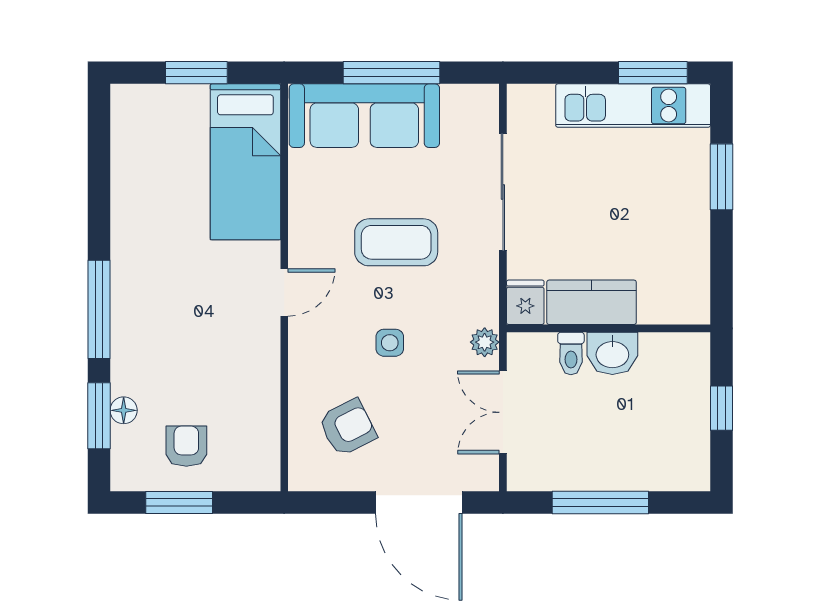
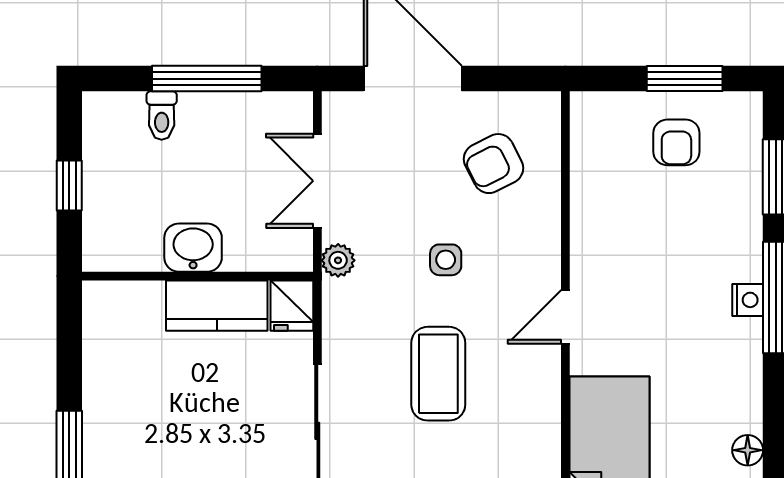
coffee table: (396, 242) -> (438, 374), turned 90
nightstand: (124, 307) -> (748, 300), added
toilet: (571, 353) -> (162, 116), moved, turned 180
floor lamp: (124, 410) -> (748, 450), moved
double door: (503, 412) -> (317, 181), swing flipped

